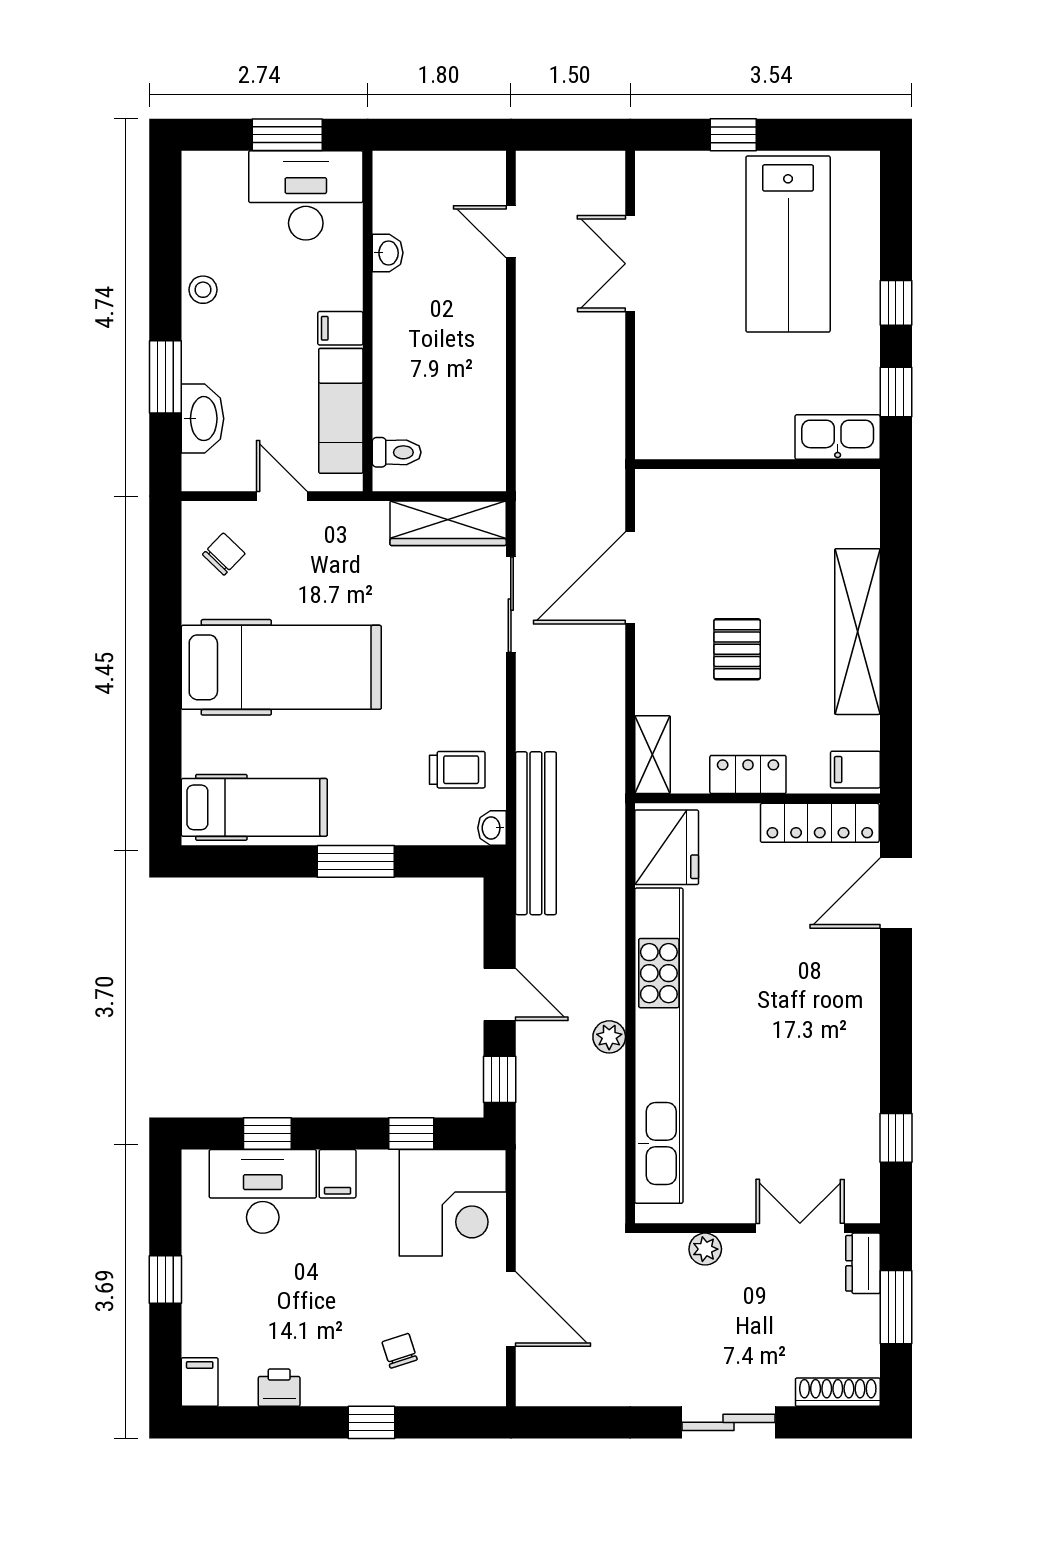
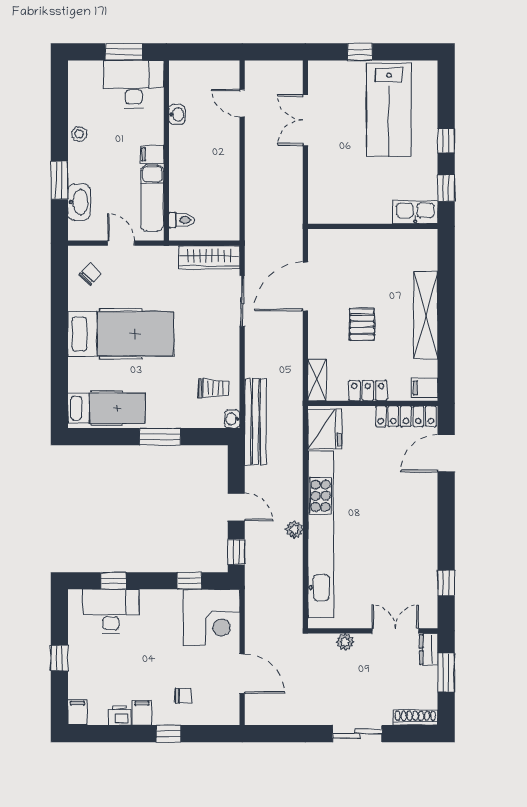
filing cabinet: (338, 1174) -> (142, 712), moved, turned 180
chair: (400, 1351) -> (183, 696), turned 108

